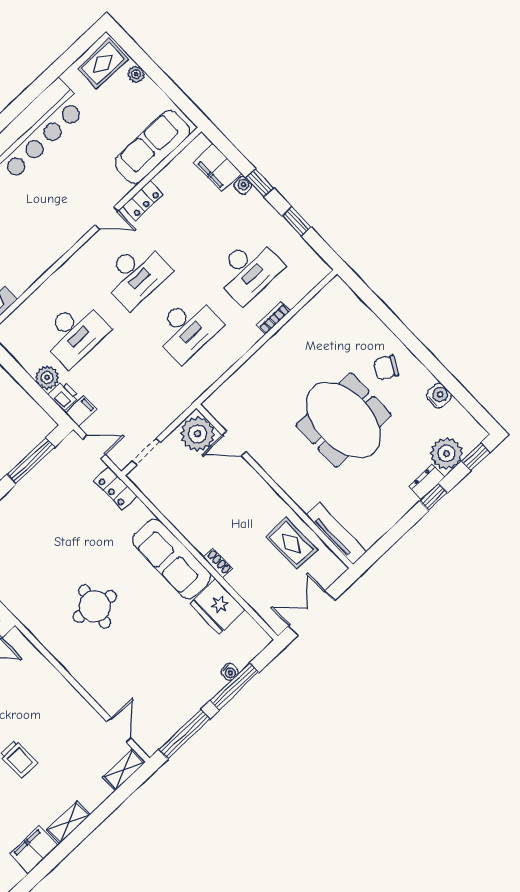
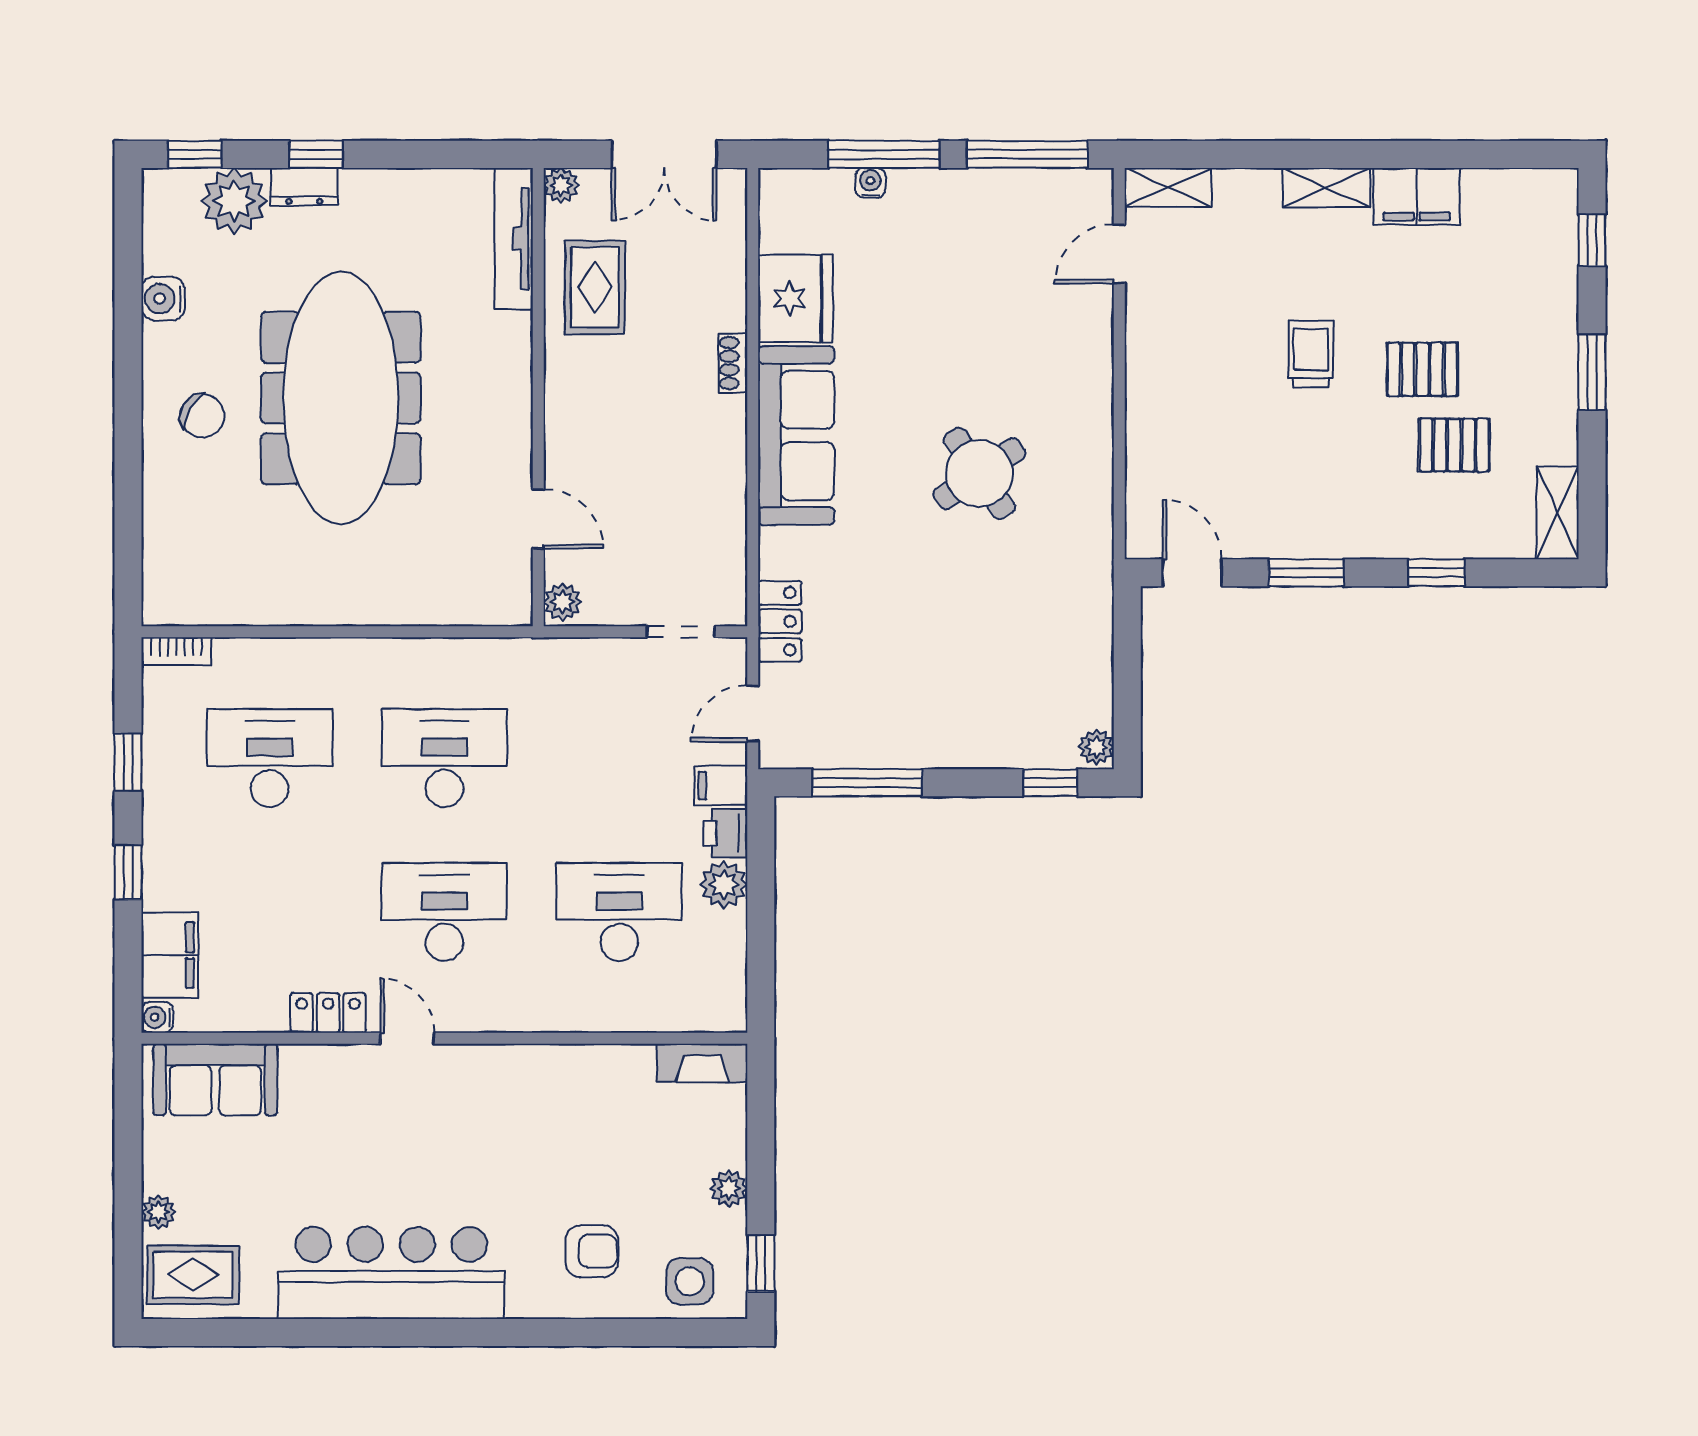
sofa: (152, 147) -> (215, 1080), width x0.73
water cooler: (243, 185) -> (157, 1017), moved
bookcase: (273, 318) -> (176, 651), moved
meeting table: (344, 420) -> (341, 398), width x1.36
plant: (198, 434) -> (562, 602), width x0.53, depth x0.53
door: (94, 447) -> (753, 714), hinge flipped
plant: (337, 568) -> (561, 185), added
round table: (95, 607) -> (979, 473), turned 45

